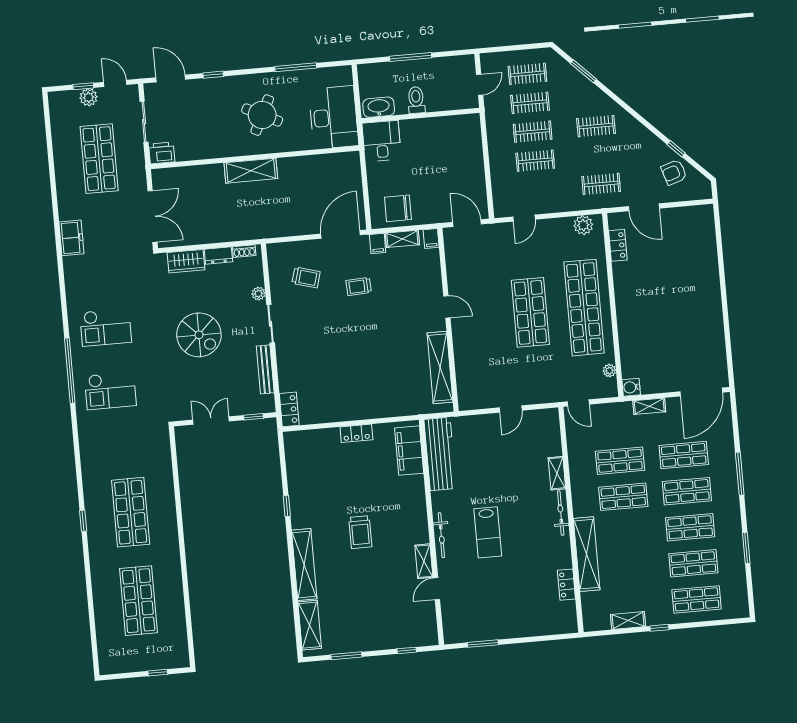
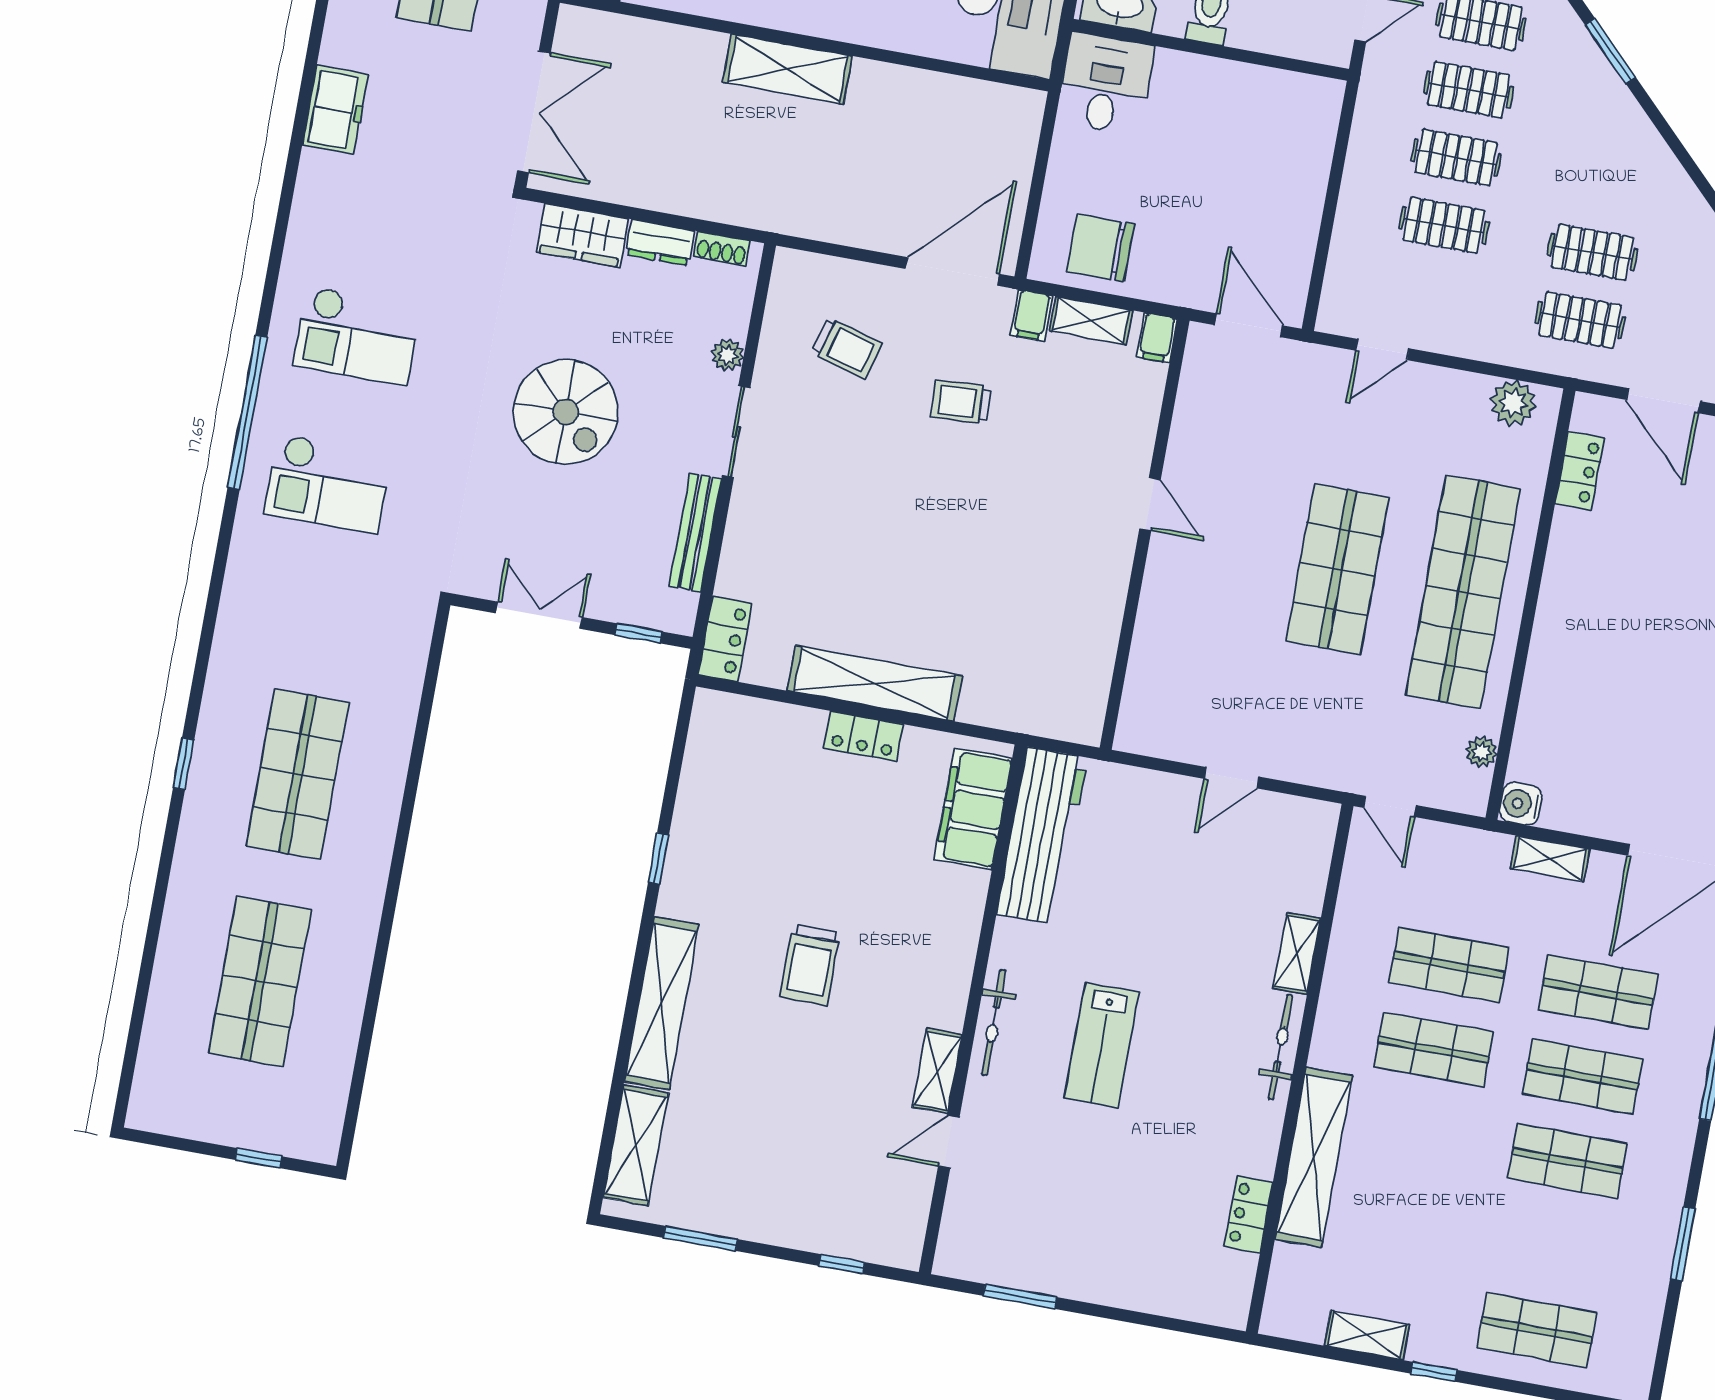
clothes rail: (596, 126) -> (1592, 252), moved
shelving: (440, 367) -> (875, 683), moved, turned 90
shop shelf: (693, 563) -> (1552, 1246), removed

